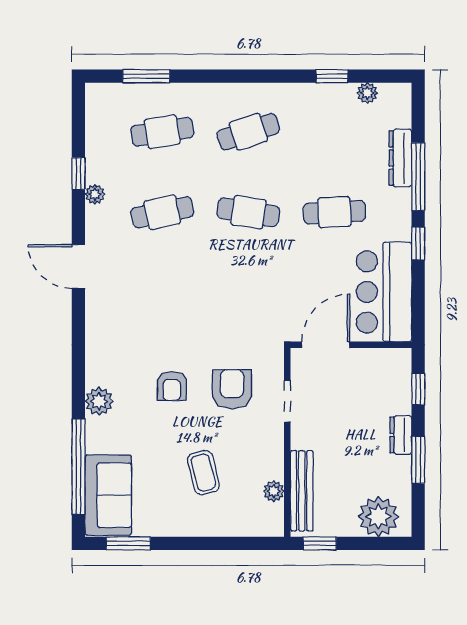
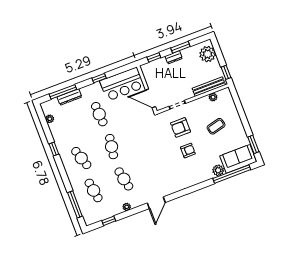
window: (146, 76) -> (75, 204), width x1.44
window: (332, 76) -> (54, 149), moved
window: (78, 173) -> (109, 221), moved
window: (418, 177) -> (63, 92), moved
plant: (99, 401) -> (218, 170), moved

